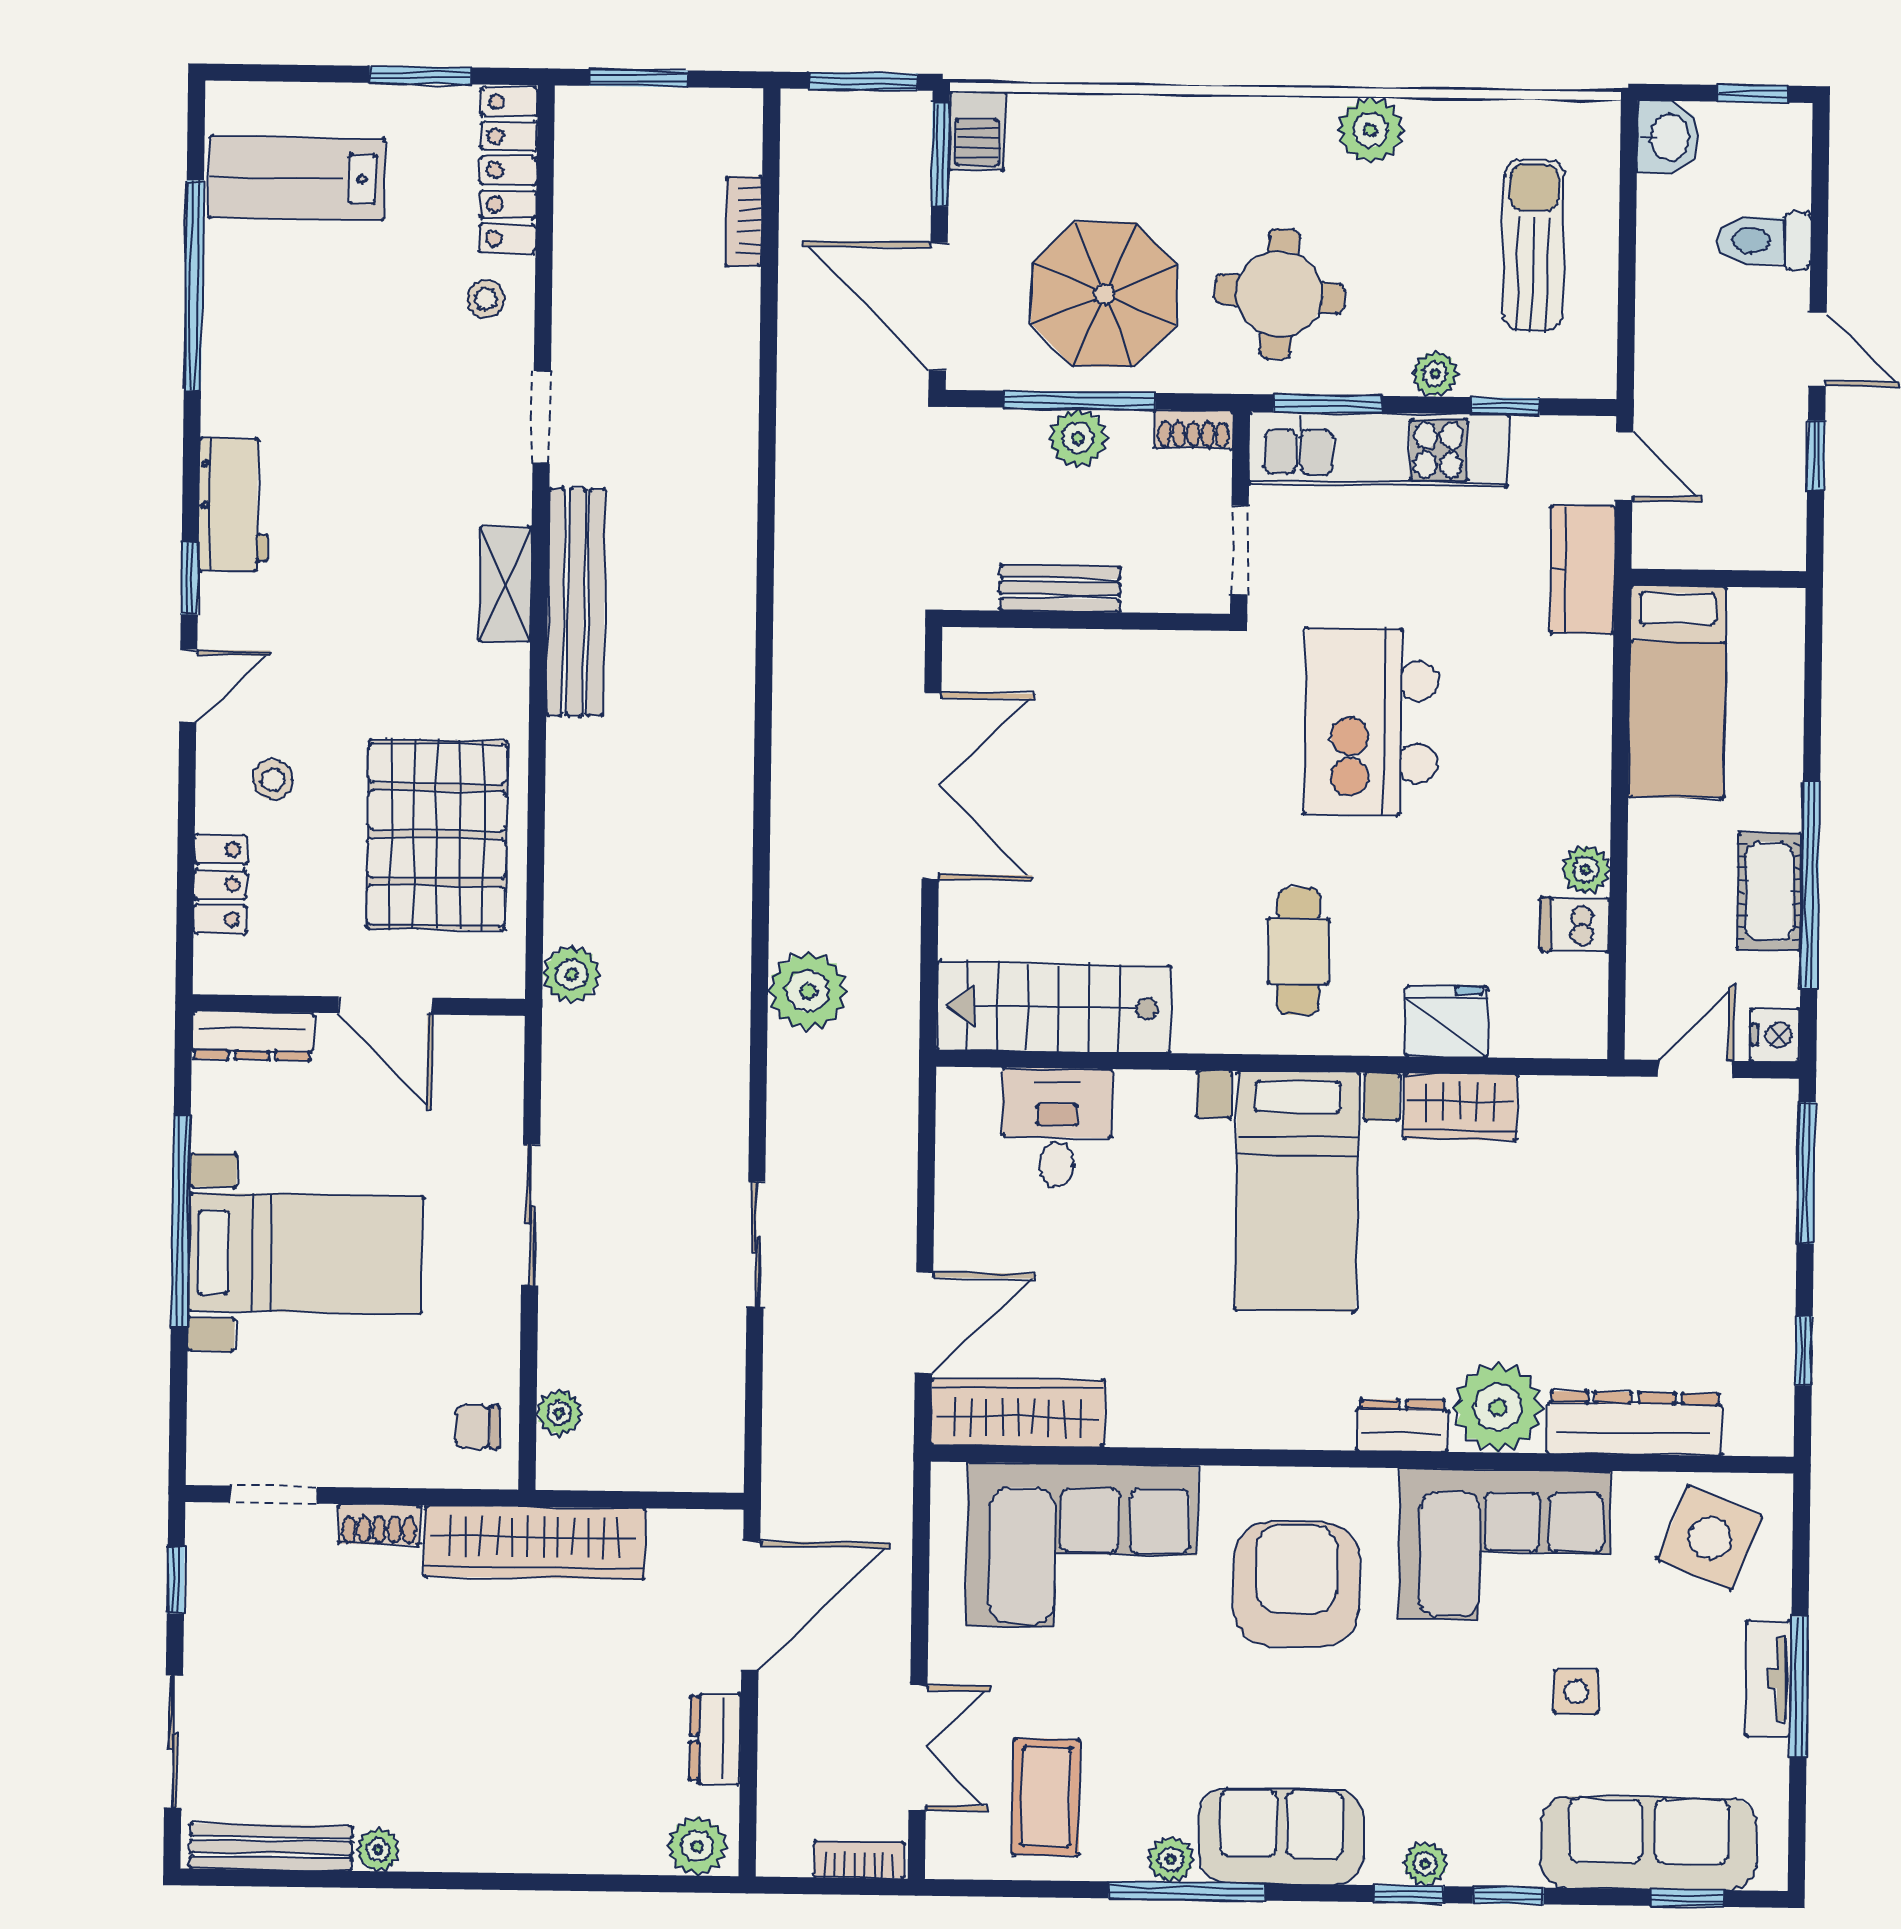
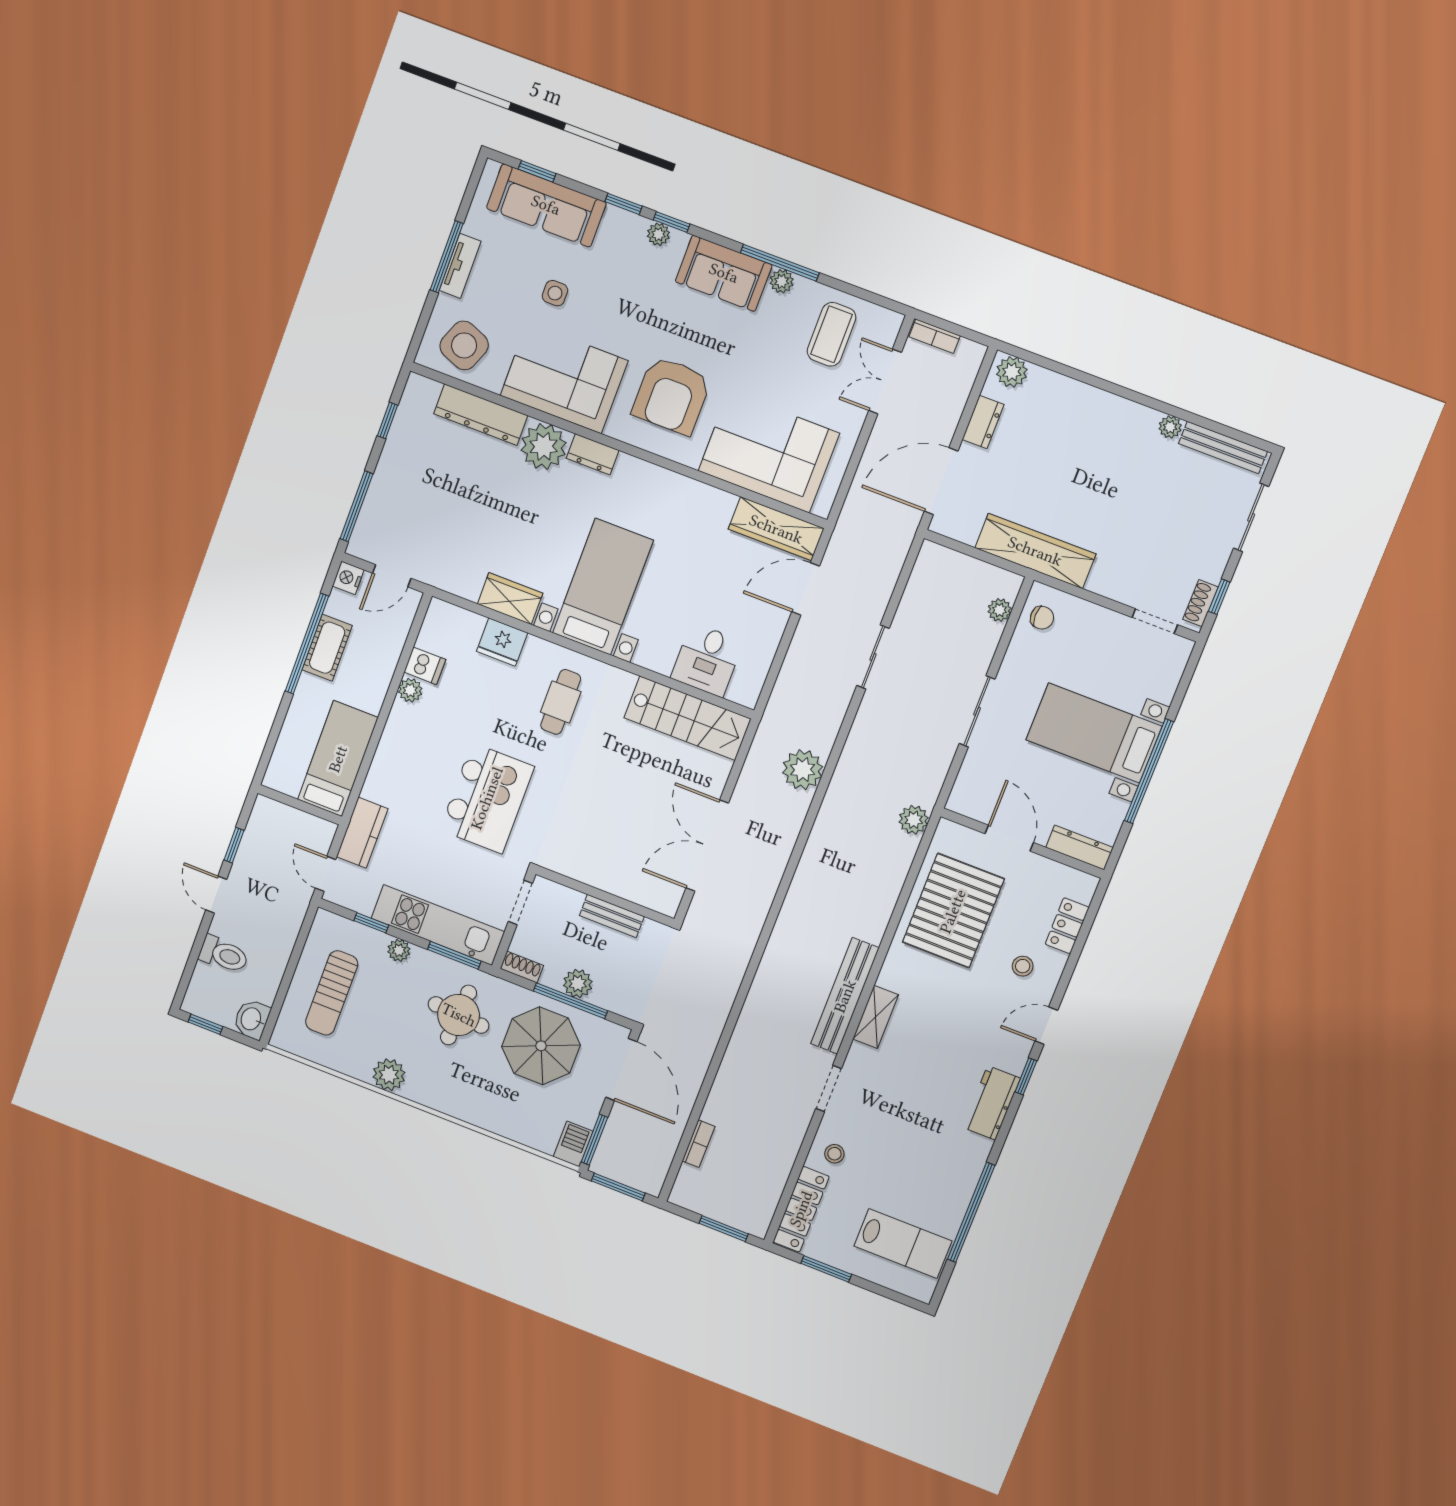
shoe rack: (379, 1525) -> (1200, 603), moved, turned -90

